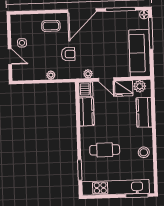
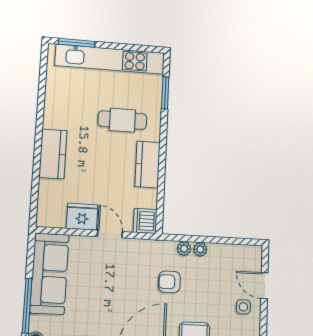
plant: (88, 74) -> (184, 249), moved
plant: (140, 86) -> (55, 218), removed
kitchen counter: (87, 112) -> (148, 164), moved
kitchen counter: (144, 112) -> (53, 154), moved
stool: (144, 152) -> (59, 109), removed

